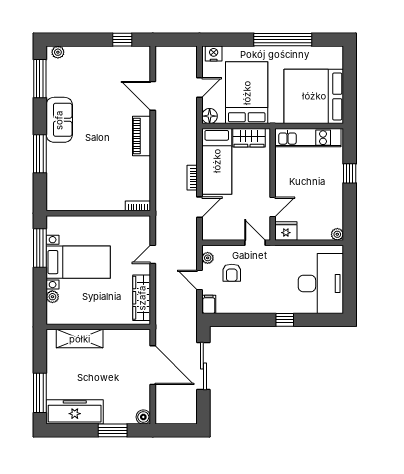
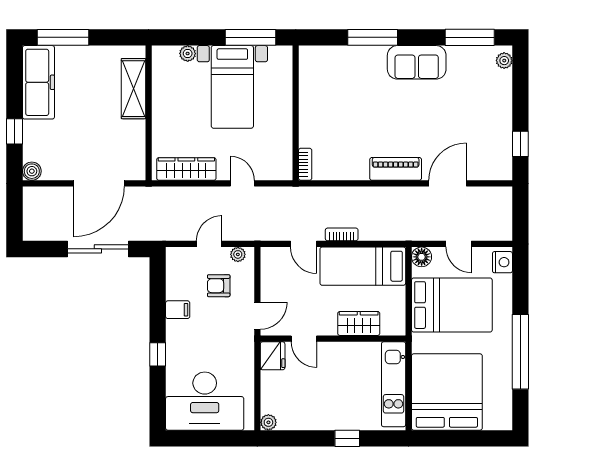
wardrobe: (249, 138) -> (359, 323), moved, turned 90
filing cabinet: (209, 304) -> (178, 310), moved
window: (113, 430) -> (15, 131), width x0.67

